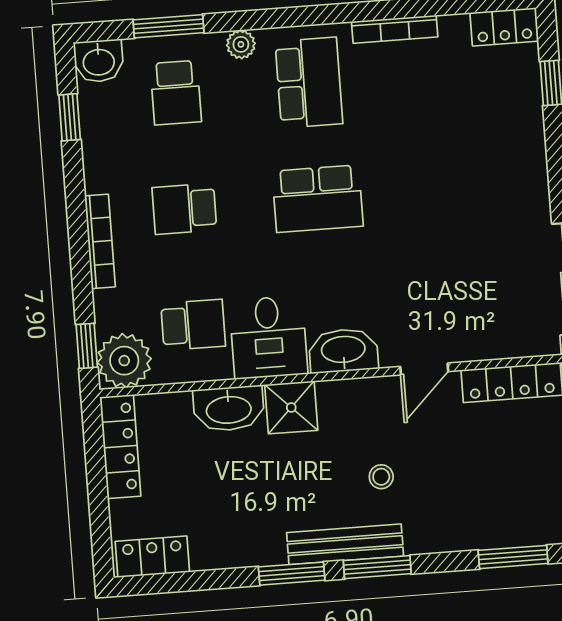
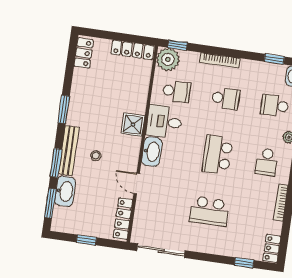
school desk: (309, 83) -> (267, 162), width x0.54
school desk: (451, 189) -> (209, 211), added
school desk: (184, 209) -> (226, 98), turned 90
school desk: (193, 325) -> (176, 91), turned -90
washbasin: (229, 409) -> (65, 191), moved, turned 180
bench: (345, 544) -> (69, 151), moved
window: (377, 567) -> (56, 163), moved

